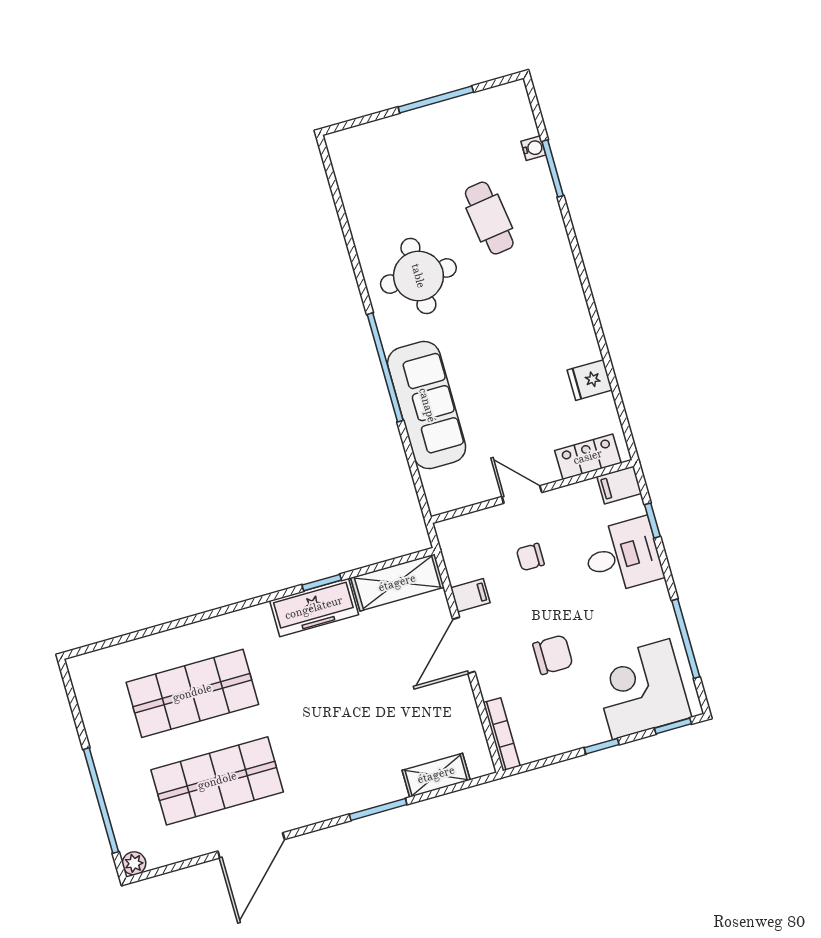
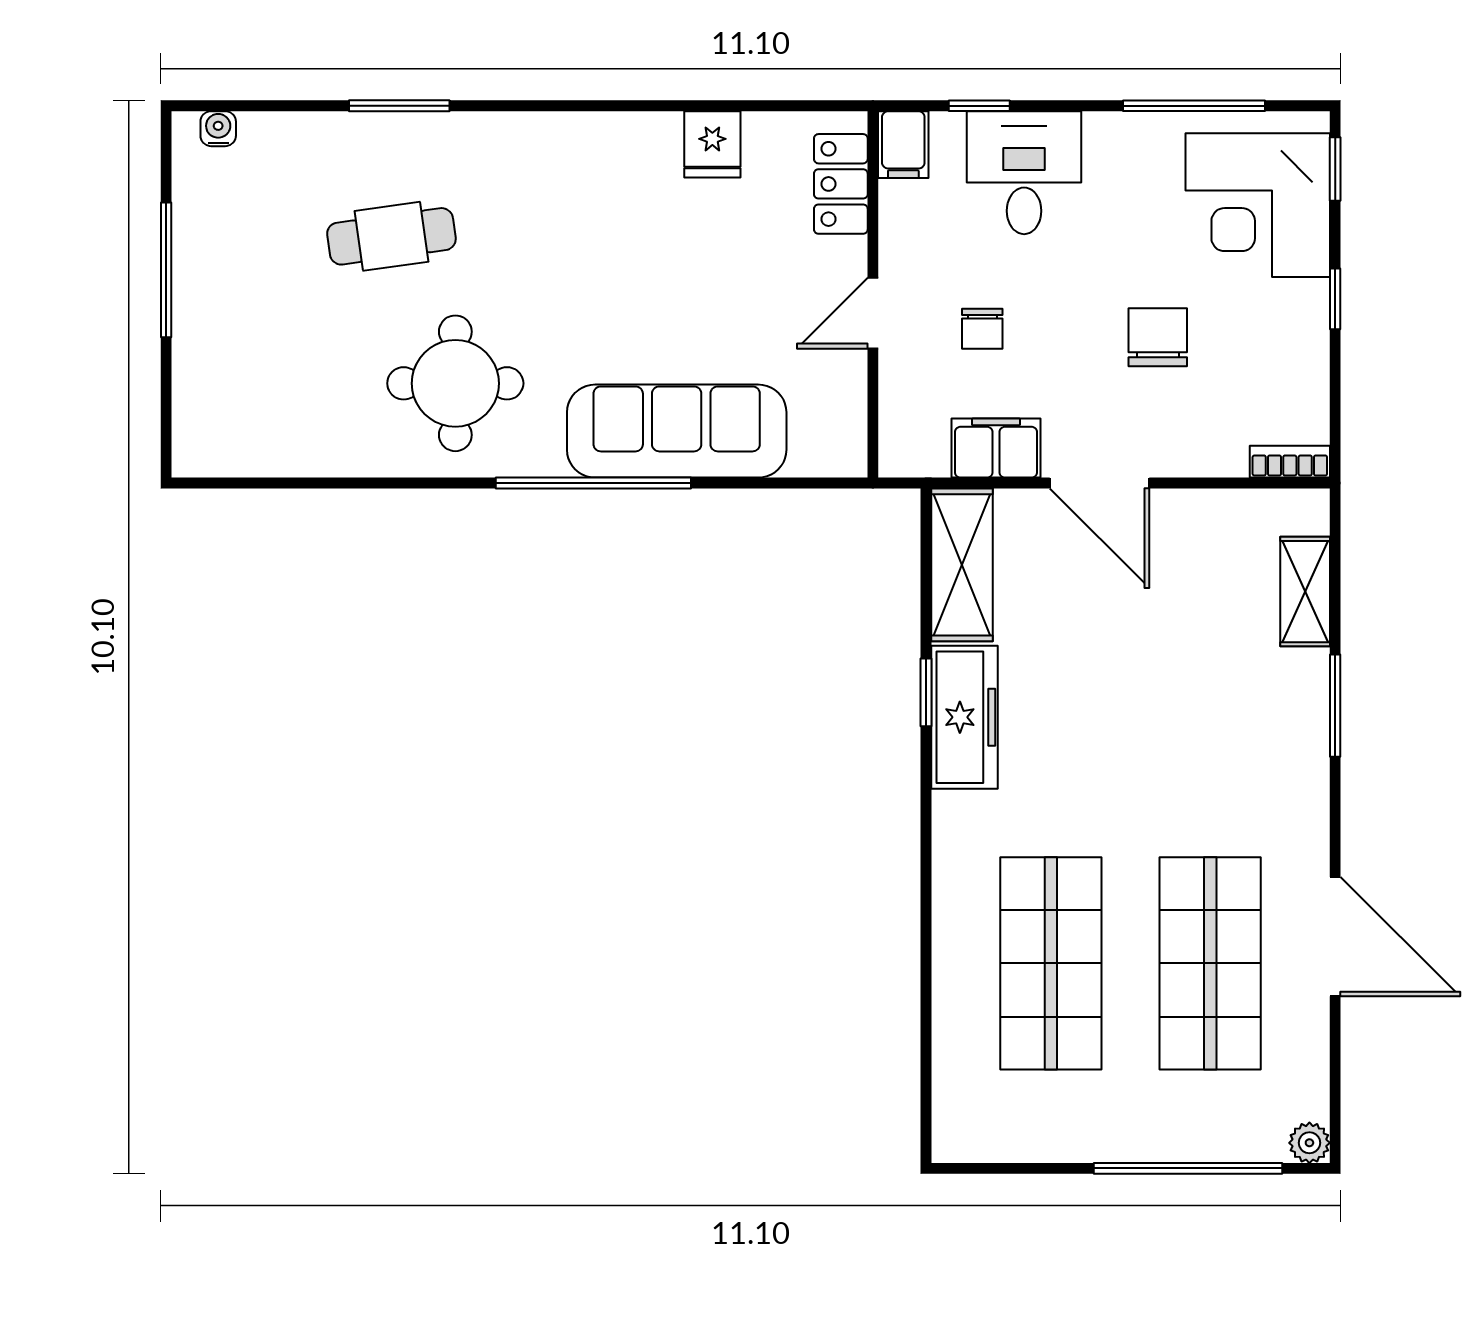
water cooler: (533, 148) -> (218, 129), moved
window: (553, 168) -> (399, 106), moved
filing cabinet: (470, 595) -> (996, 448), width x2.00
bookcase: (502, 734) -> (1290, 462), width x0.64

